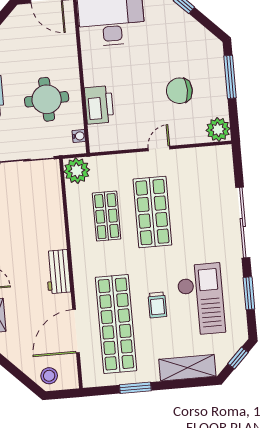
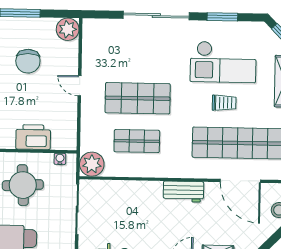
checkout: (201, 299) -> (223, 62), turned 180

